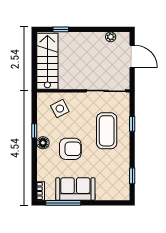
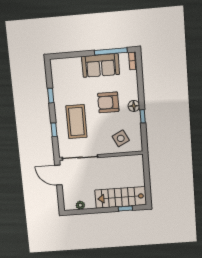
door: (132, 56) -> (58, 175), moved
stairs: (47, 61) -> (121, 197), moved, turned 90
window: (132, 176) -> (51, 96), moved

